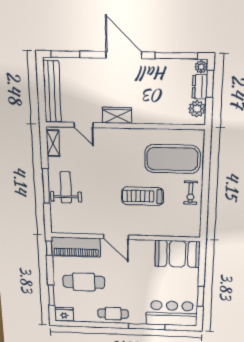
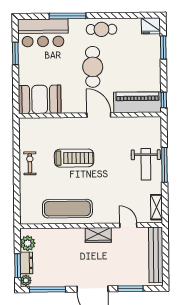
window: (65, 54) -> (130, 289), moved
exercise mat: (172, 159) -> (67, 209), moved, width x0.68
cafe table: (84, 282) -> (93, 67), moved, turned 90

